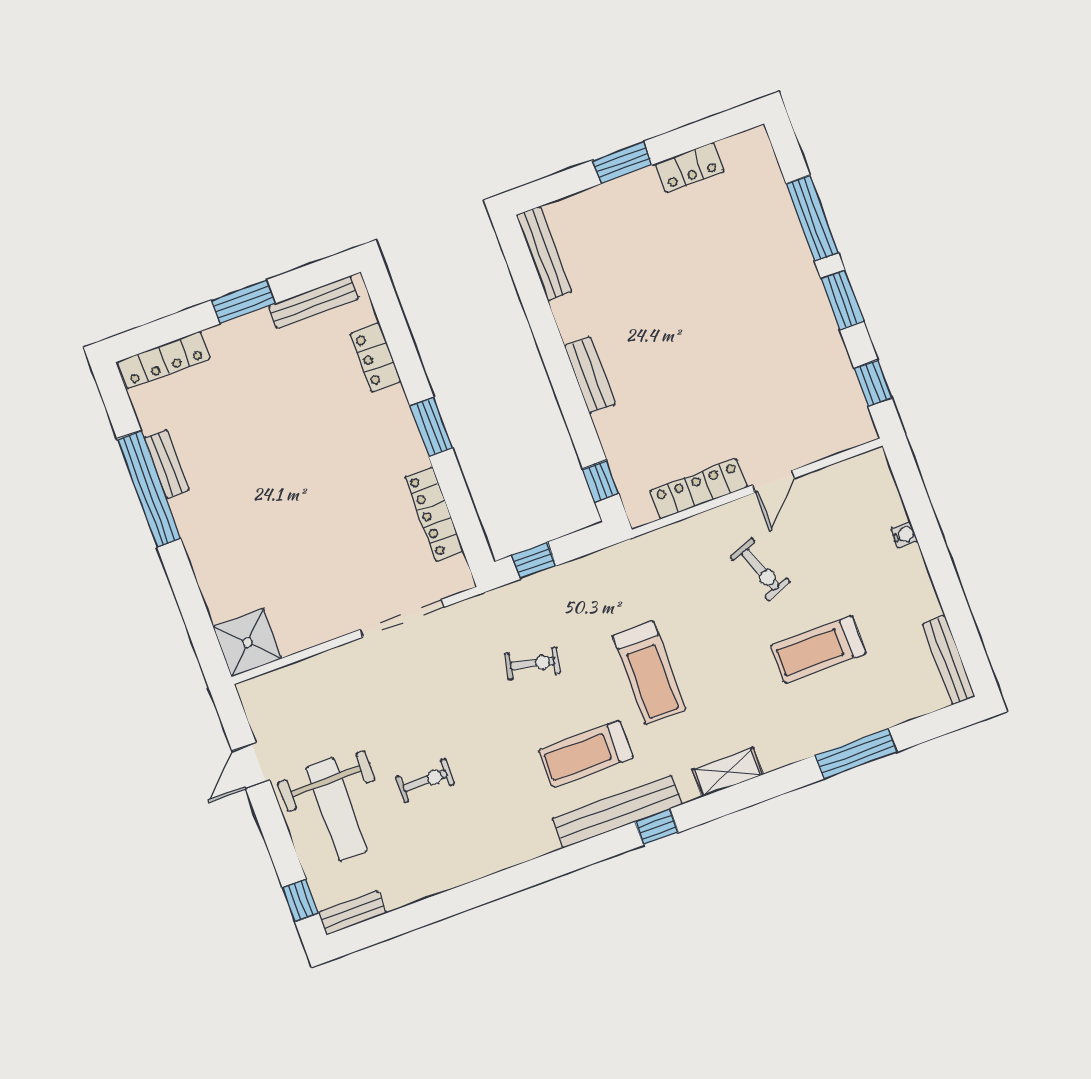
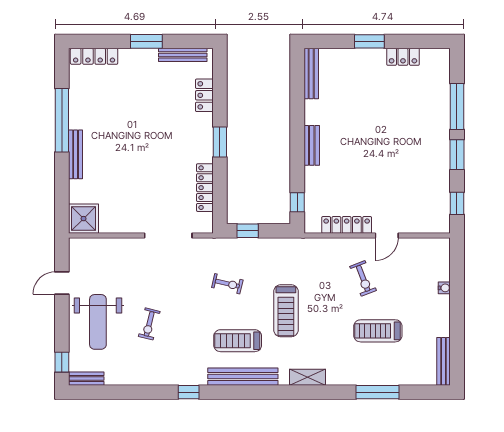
bench: (166, 464) -> (76, 154), moved, width x1.36
exercise bike: (425, 781) -> (149, 324), turned 104
window: (657, 827) -> (189, 392), moved

